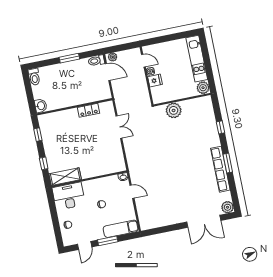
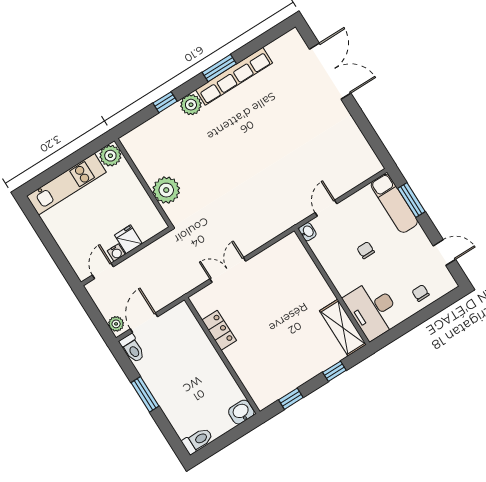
plant: (228, 207) -> (191, 105), moved
window: (108, 241) -> (411, 200), moved

